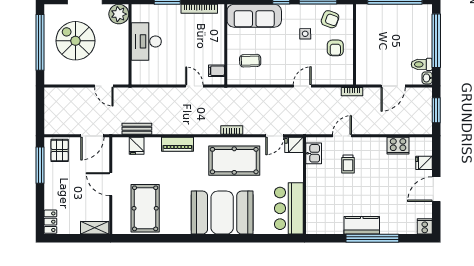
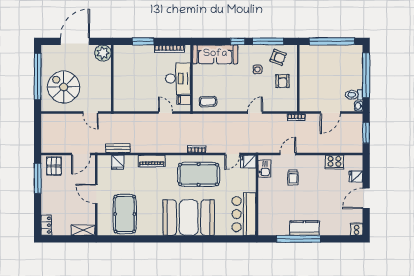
spiral stairs: (75, 41) -> (64, 87), moved
desk: (146, 41) -> (178, 79), moved, turned 180
coffee table: (250, 61) -> (208, 102), moved
window: (372, 238) -> (299, 239), moved

